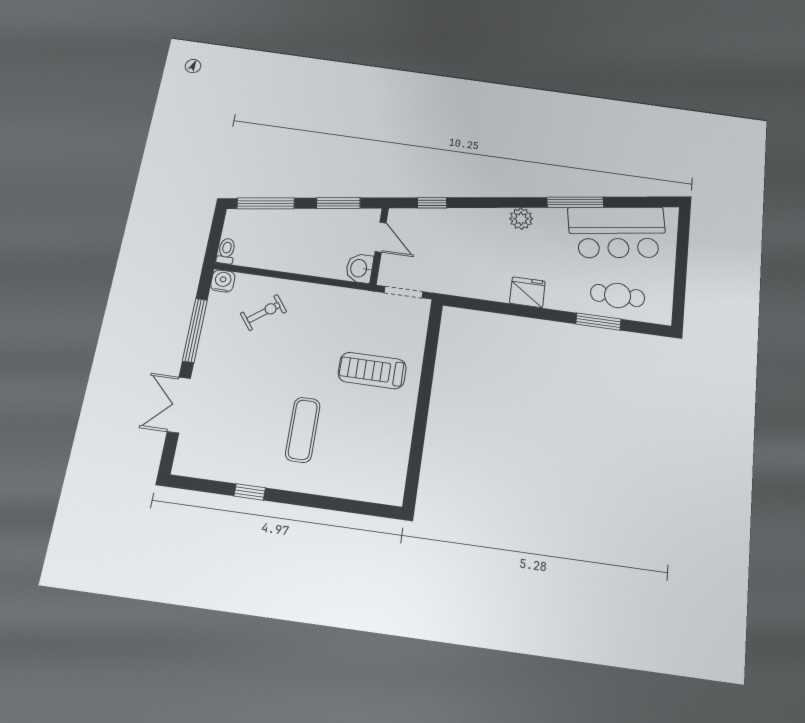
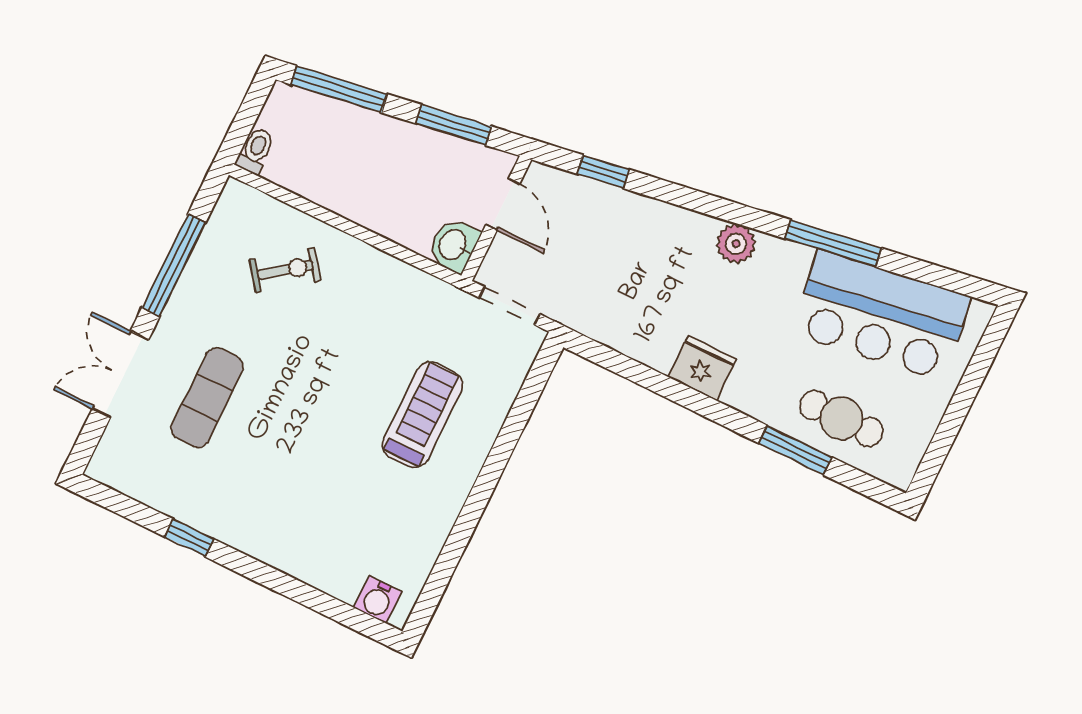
water cooler: (223, 281) -> (378, 600), moved, turned 180
treadmill: (372, 371) -> (422, 415), turned 90
exercise mat: (303, 430) -> (207, 398), moved

